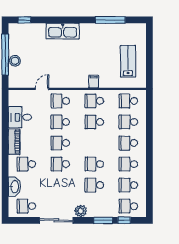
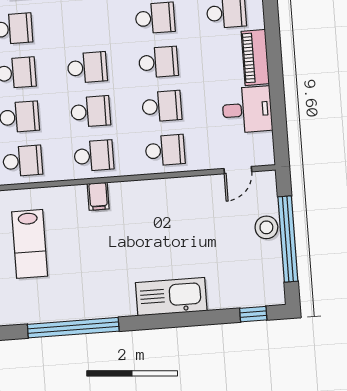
window: (110, 20) -> (73, 328), width x1.46
door: (42, 89) -> (238, 170), moved
school desk: (94, 164) -> (87, 67), moved

